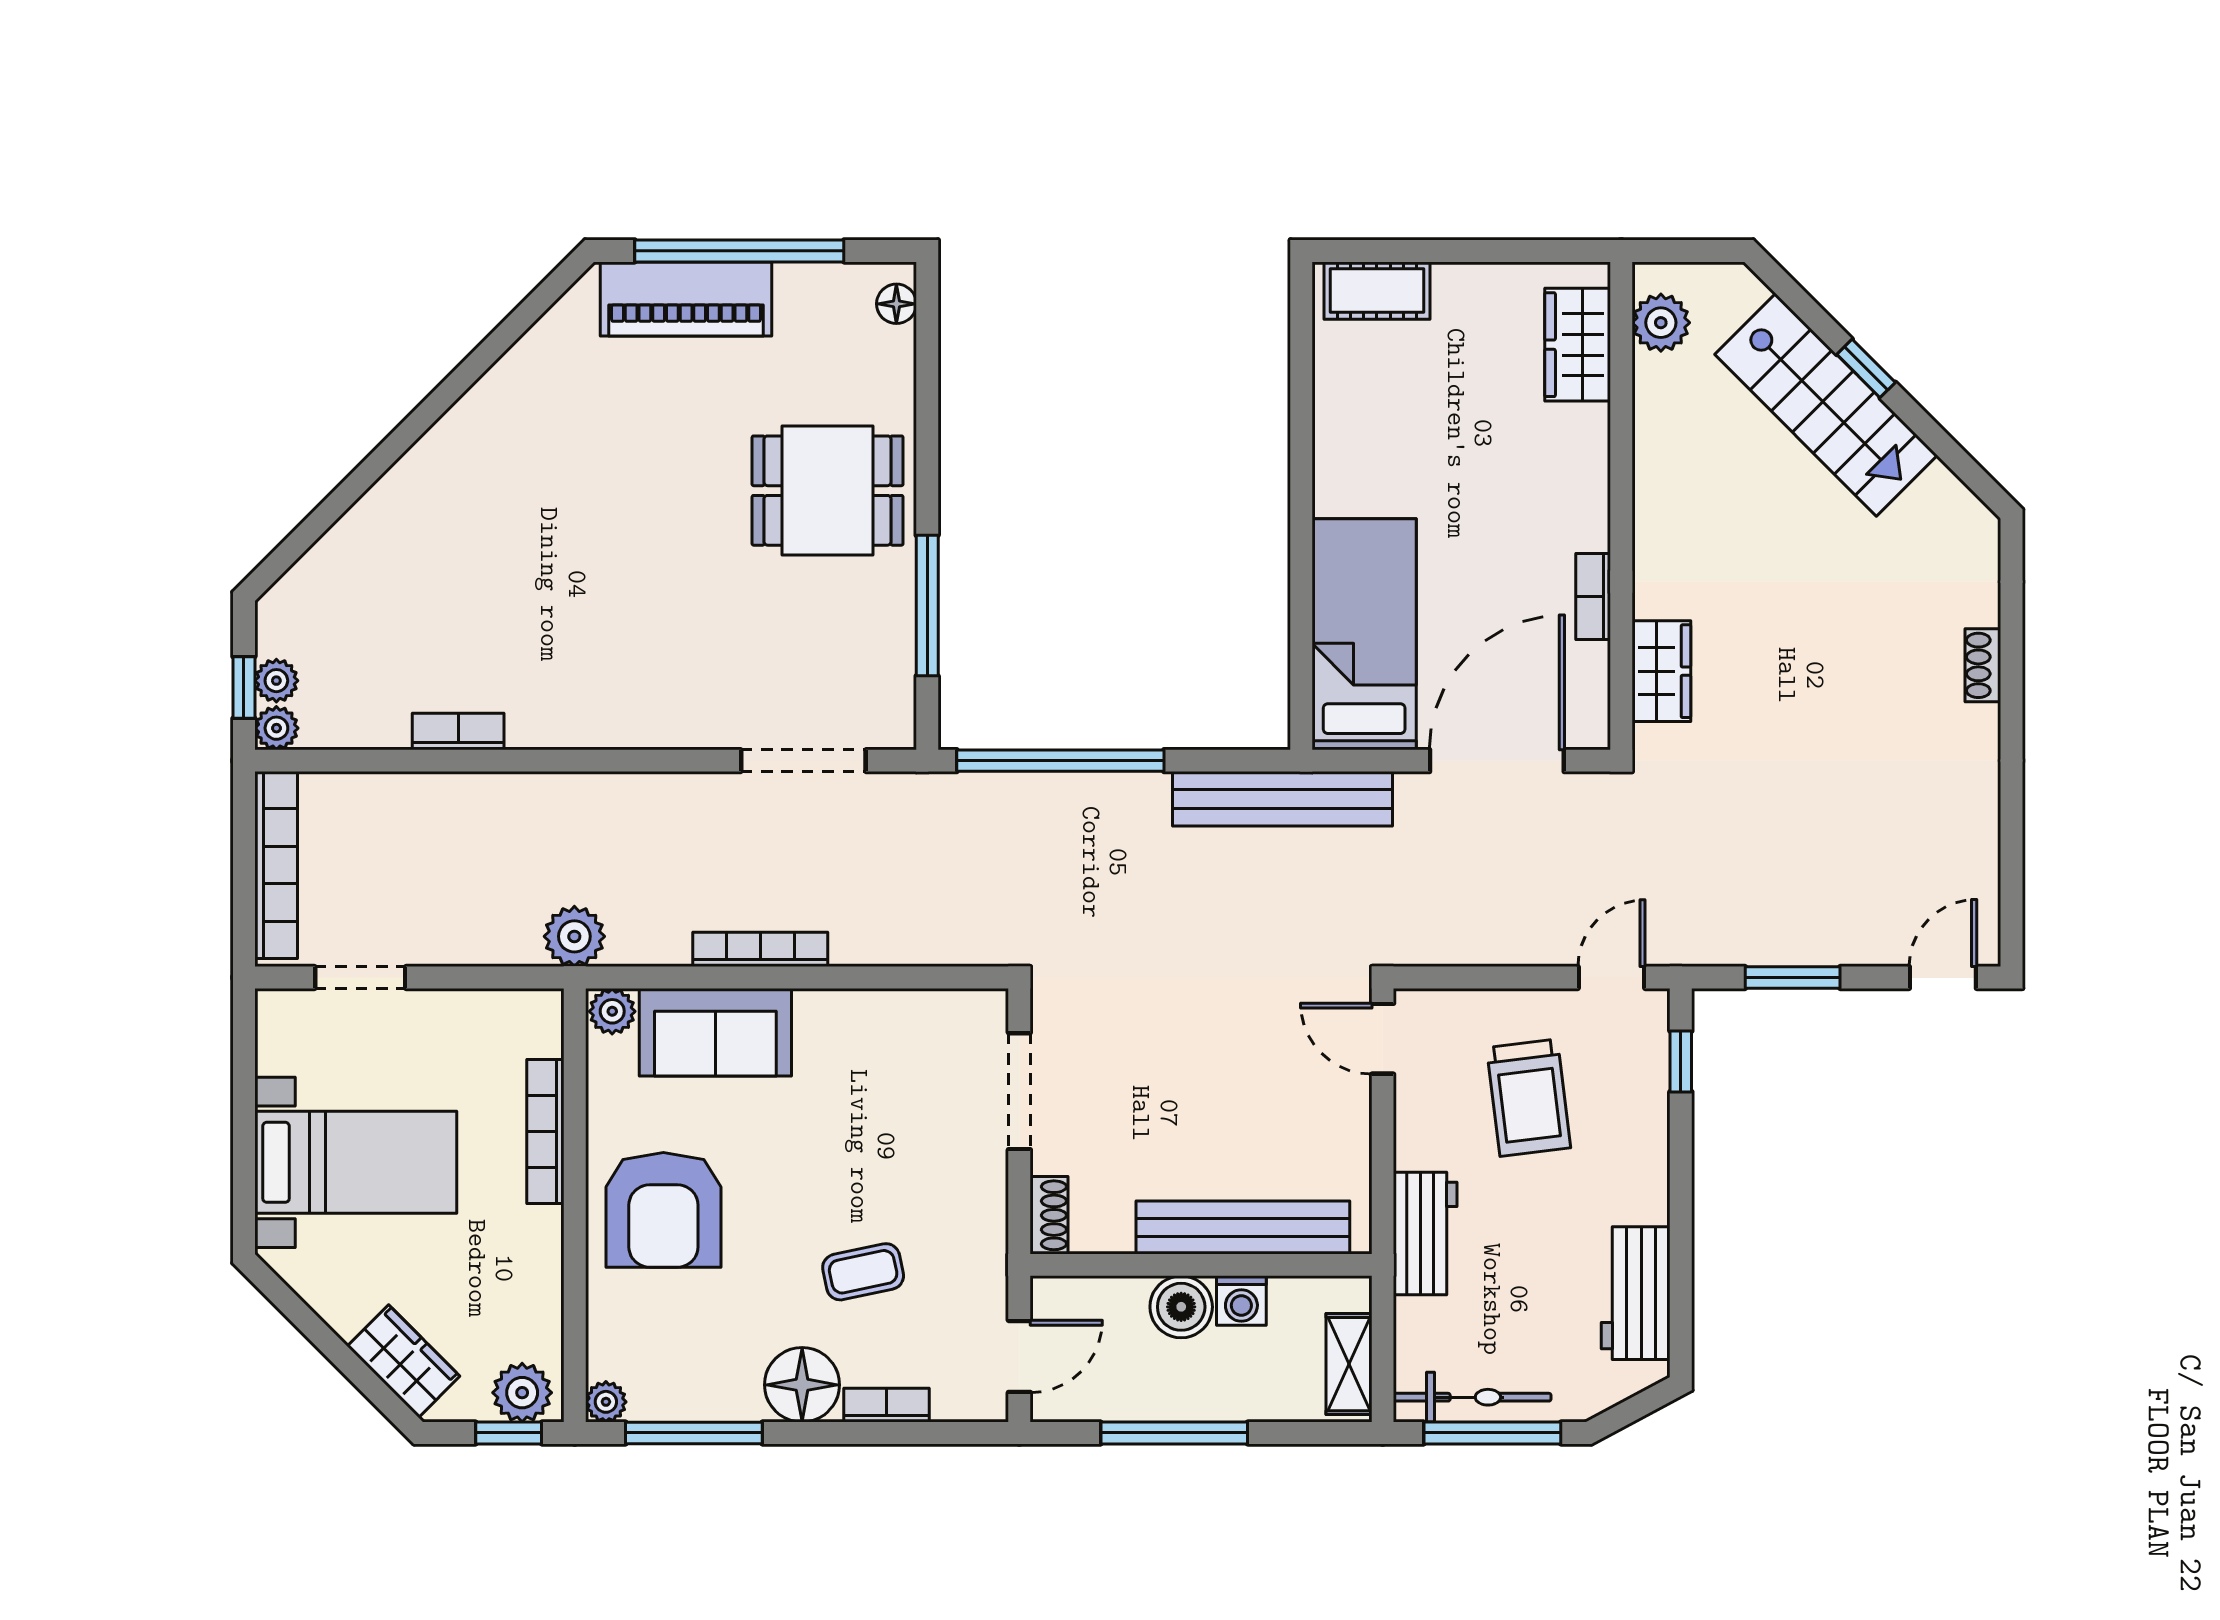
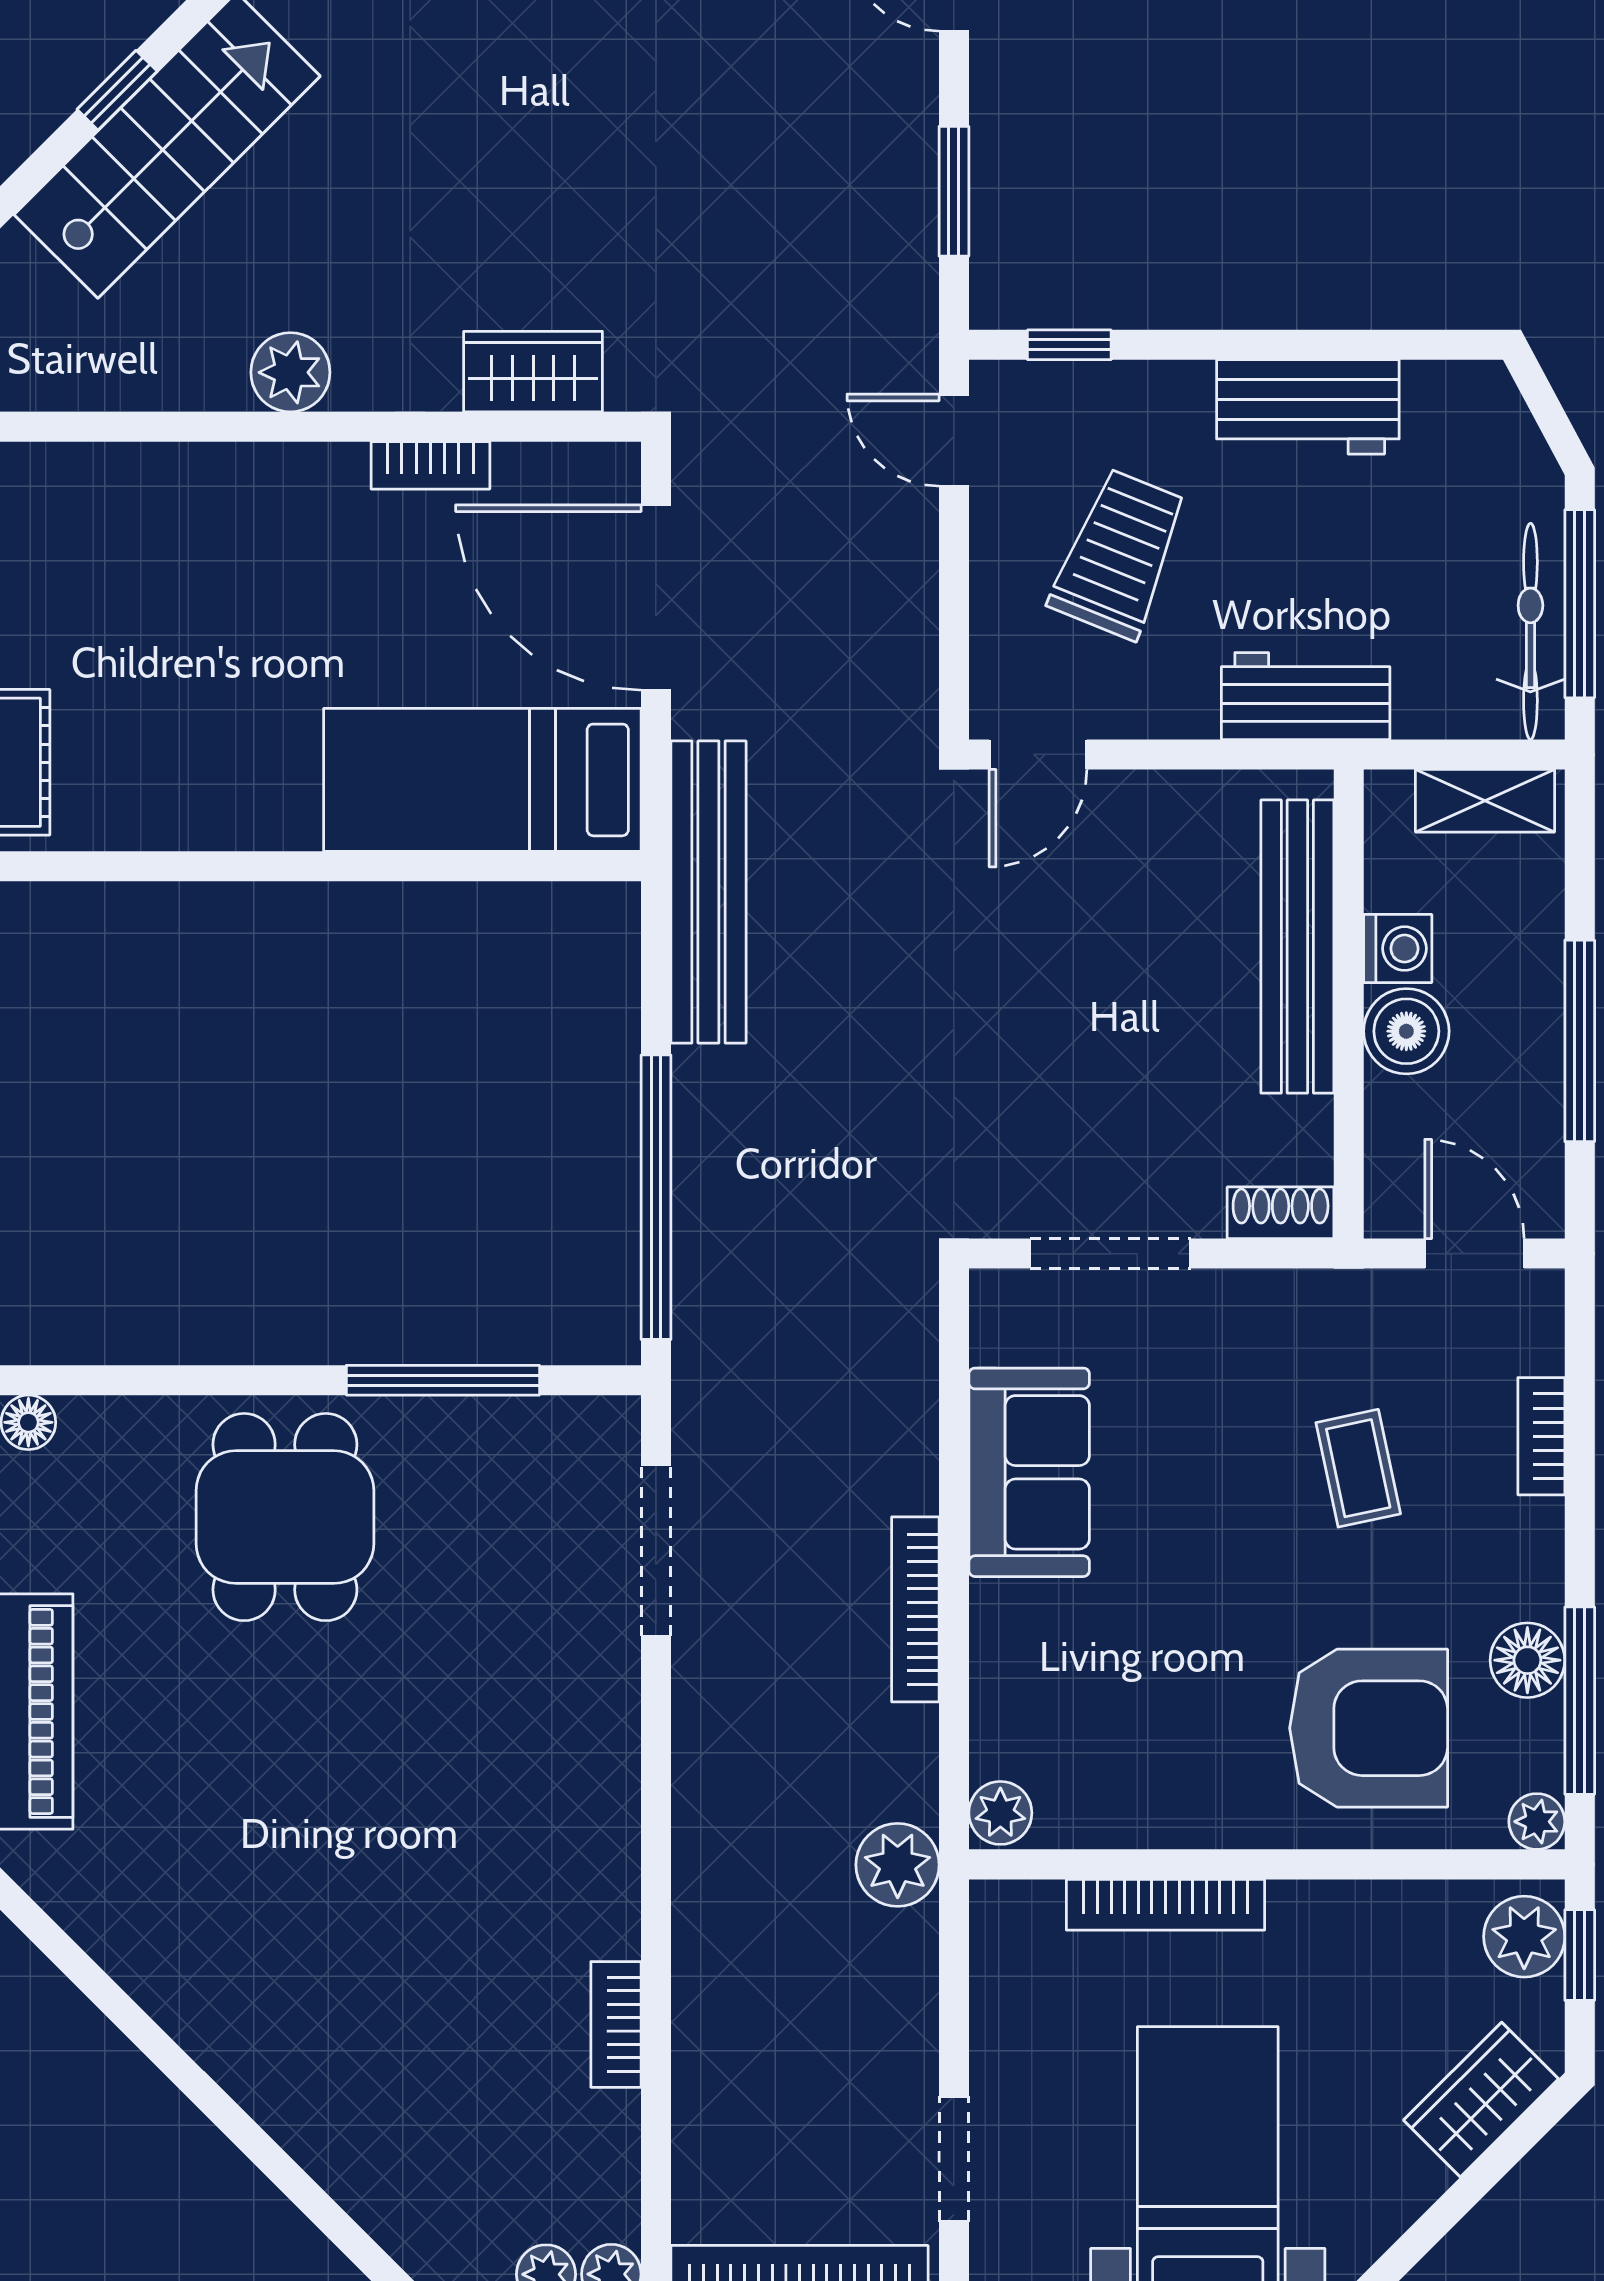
plant: (1661, 323) -> (290, 372), moved
wardrobe: (1578, 345) -> (85, 487), removed
sofa: (715, 1032) -> (1029, 1472), moved
trolley: (1529, 1098) -> (1119, 554), turned -61
armchair: (663, 1210) -> (1369, 1728), moved
workbench: (1636, 1293) -> (1308, 407), moved
floor lamp: (802, 1385) -> (1527, 1660), moved, width x0.73, depth x0.73

